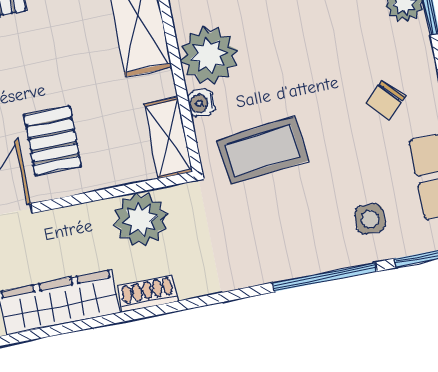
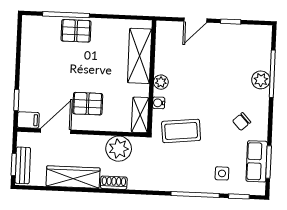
plant: (209, 56) -> (161, 82), width x0.53, depth x0.53
pallet: (53, 141) -> (88, 104), turned 90

